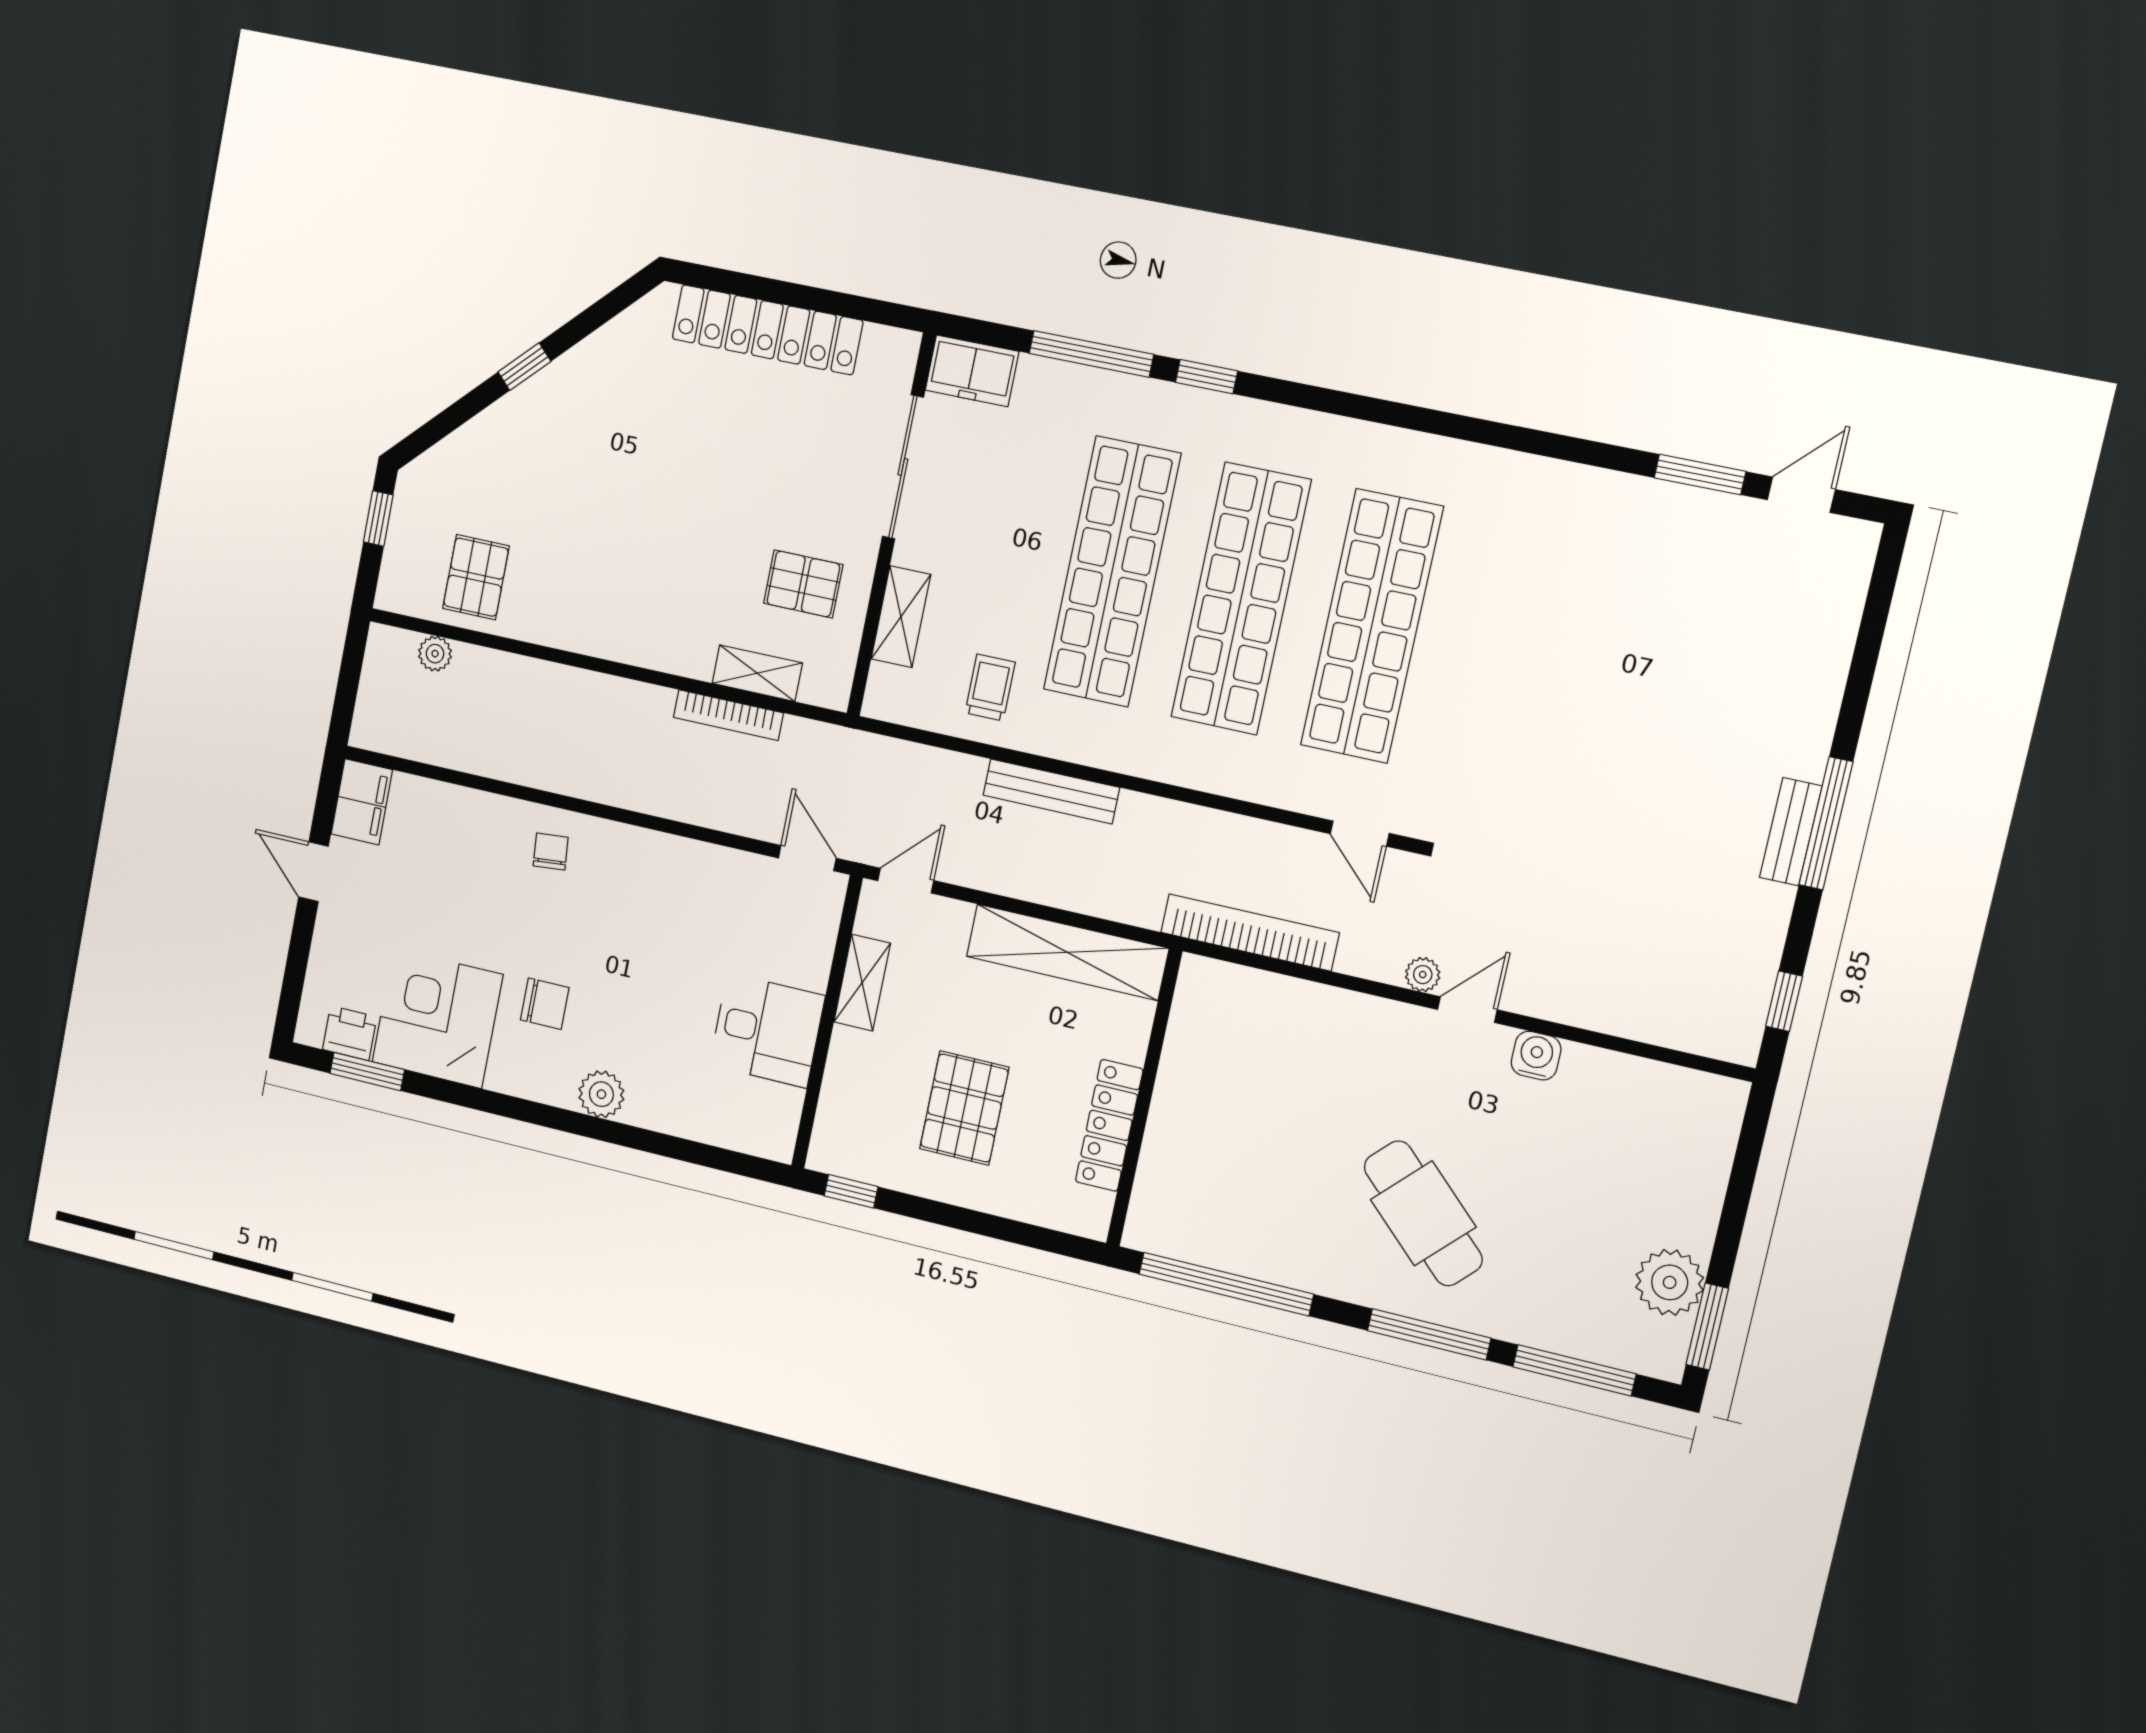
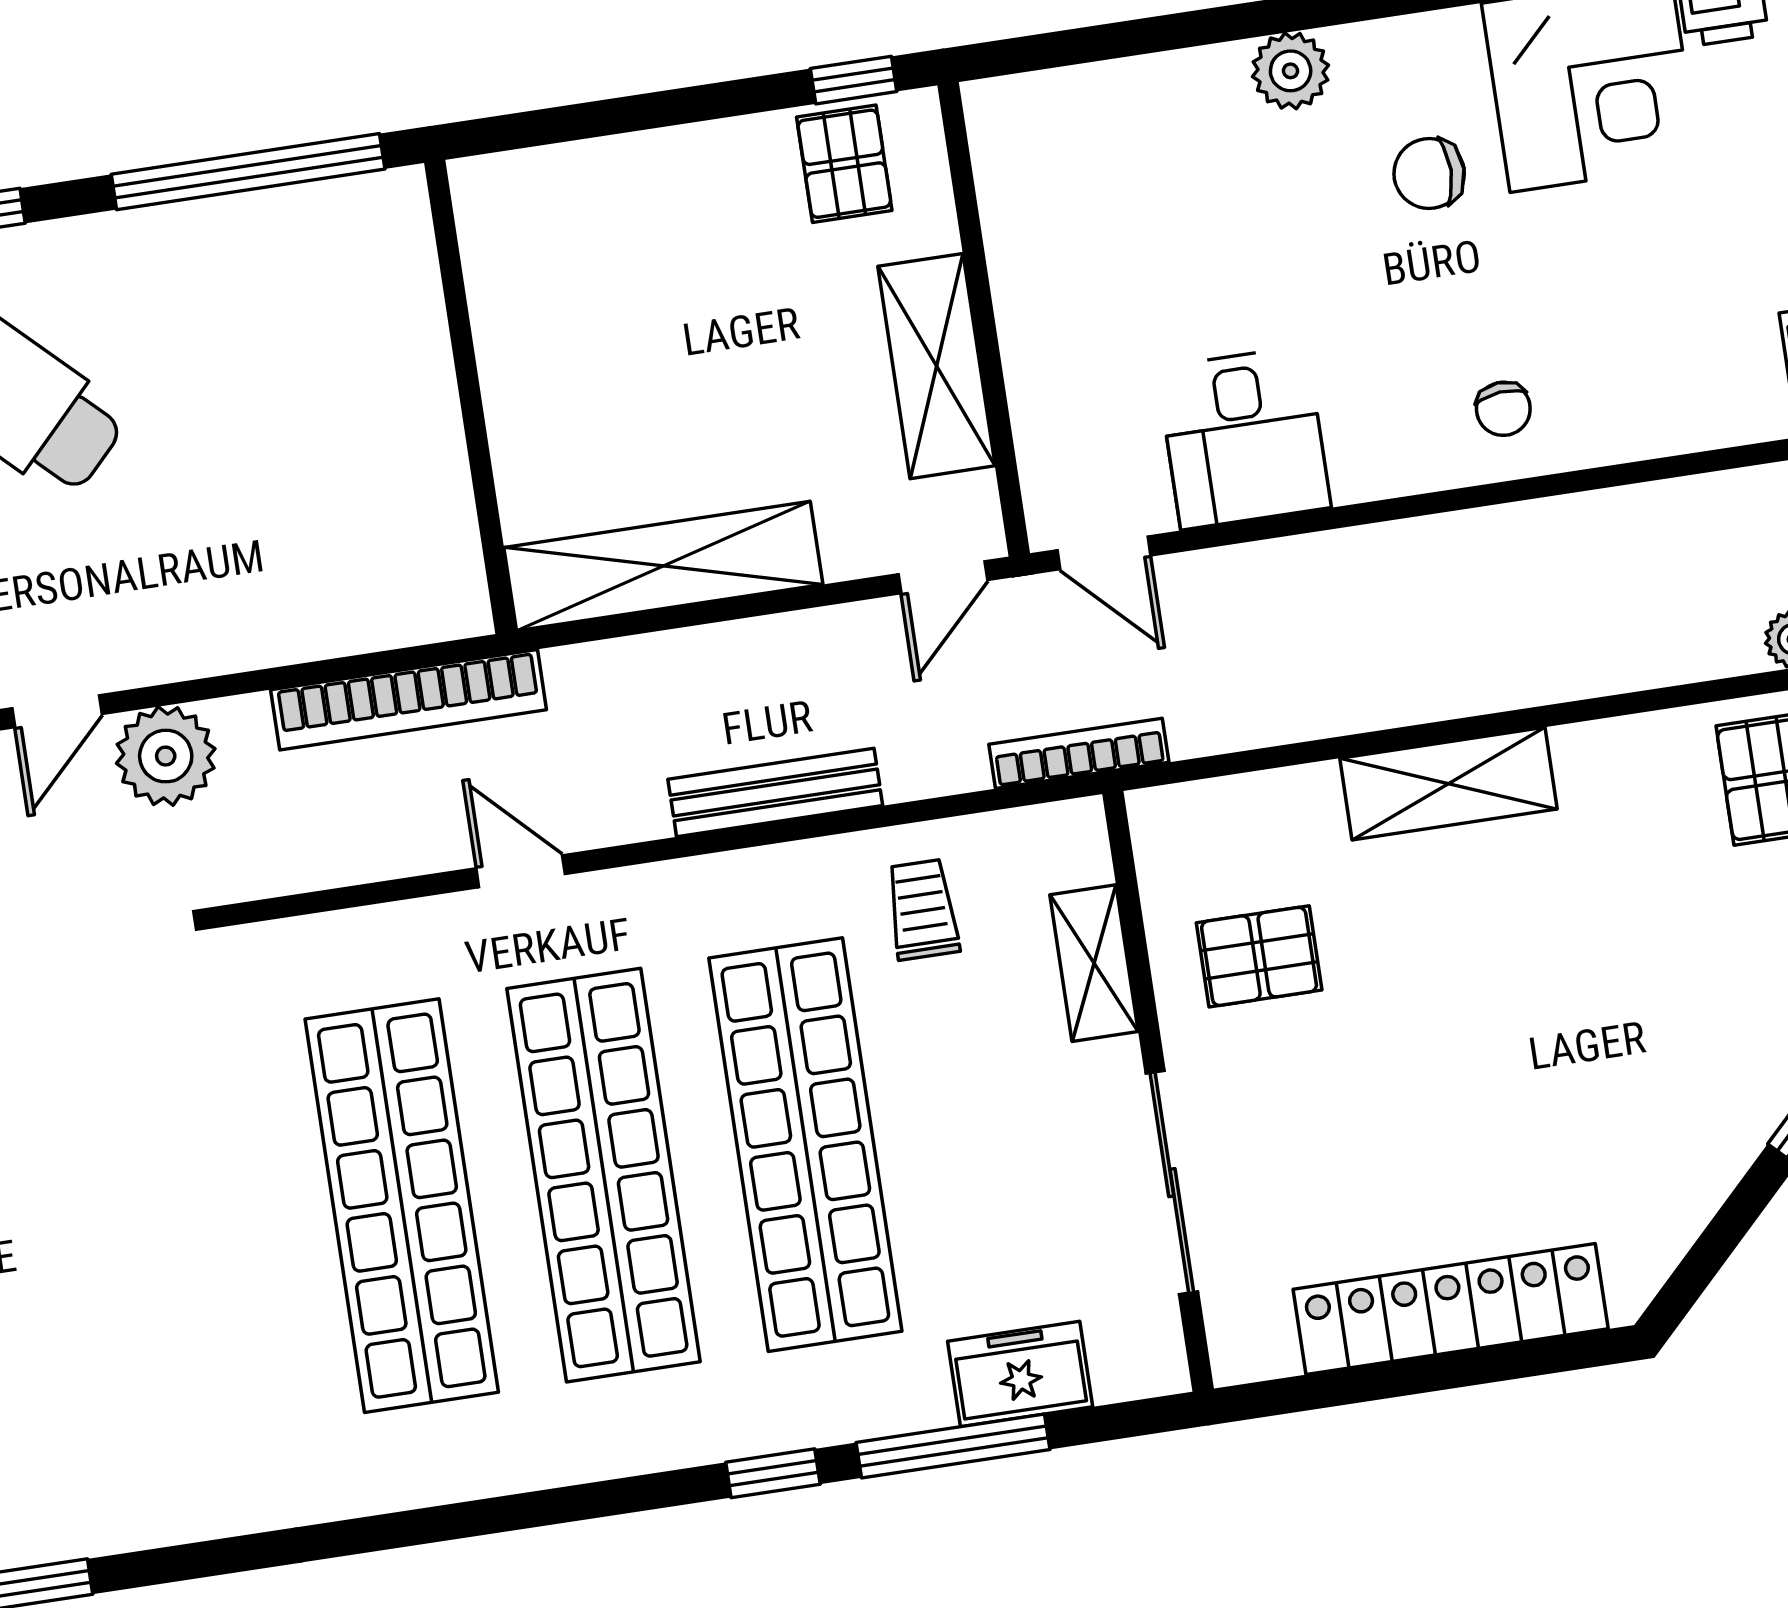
freezer: (972, 371) -> (1020, 1374), moved
shelving: (757, 673) -> (1449, 784), moved, width x1.50, depth x1.33
trolley: (990, 687) -> (922, 910), turned 180
bookcase: (728, 715) -> (1079, 753), moved
door: (1360, 834) -> (521, 871), moved
plant: (1423, 975) -> (166, 756), width x1.88, depth x1.88
shelving: (862, 983) -> (936, 366), width x1.50, depth x1.33
desk: (767, 1030) -> (1244, 438), moved, turned -90
pallet: (964, 1108) -> (844, 164), moved, width x0.67, depth x0.71
locker: (1109, 1125) -> (506, 336), removed

